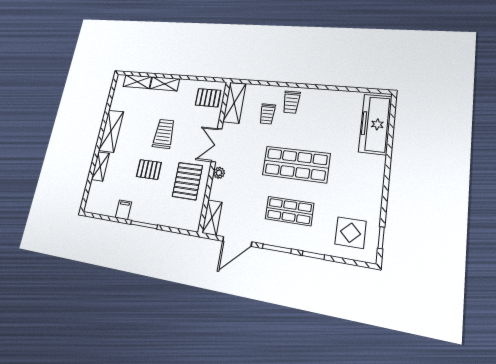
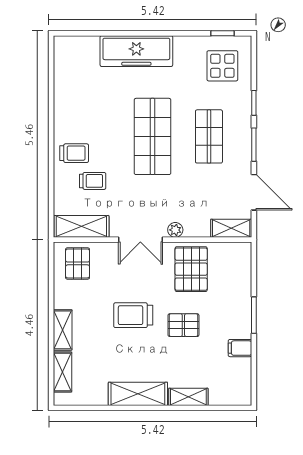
freezer: (375, 124) -> (136, 51), moved
pallet: (149, 170) -> (183, 325), turned 90
pallet: (187, 181) -> (191, 269), turned 90

